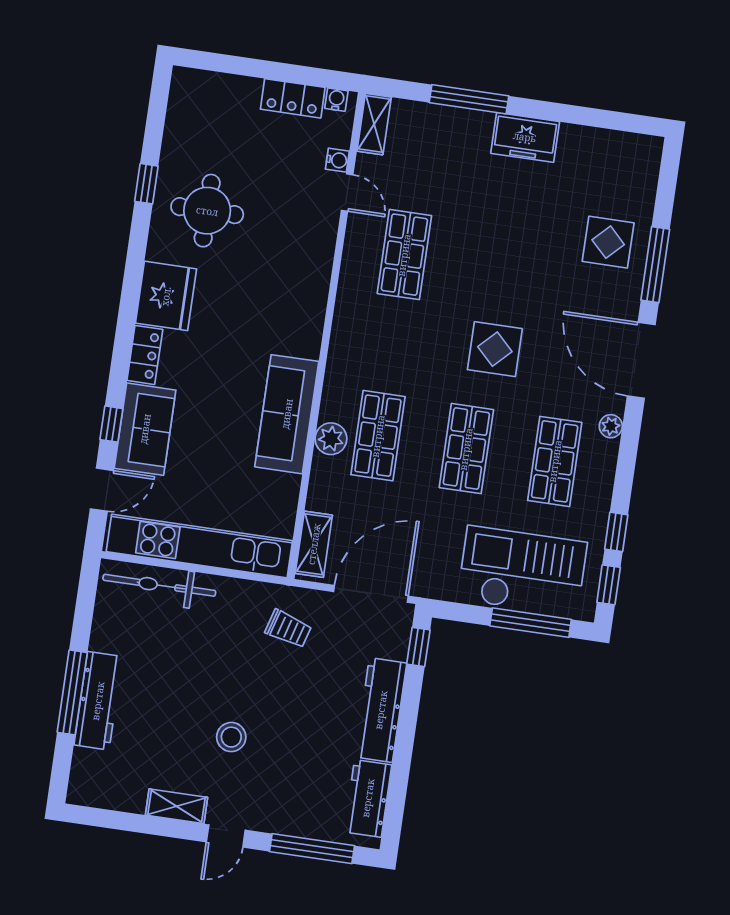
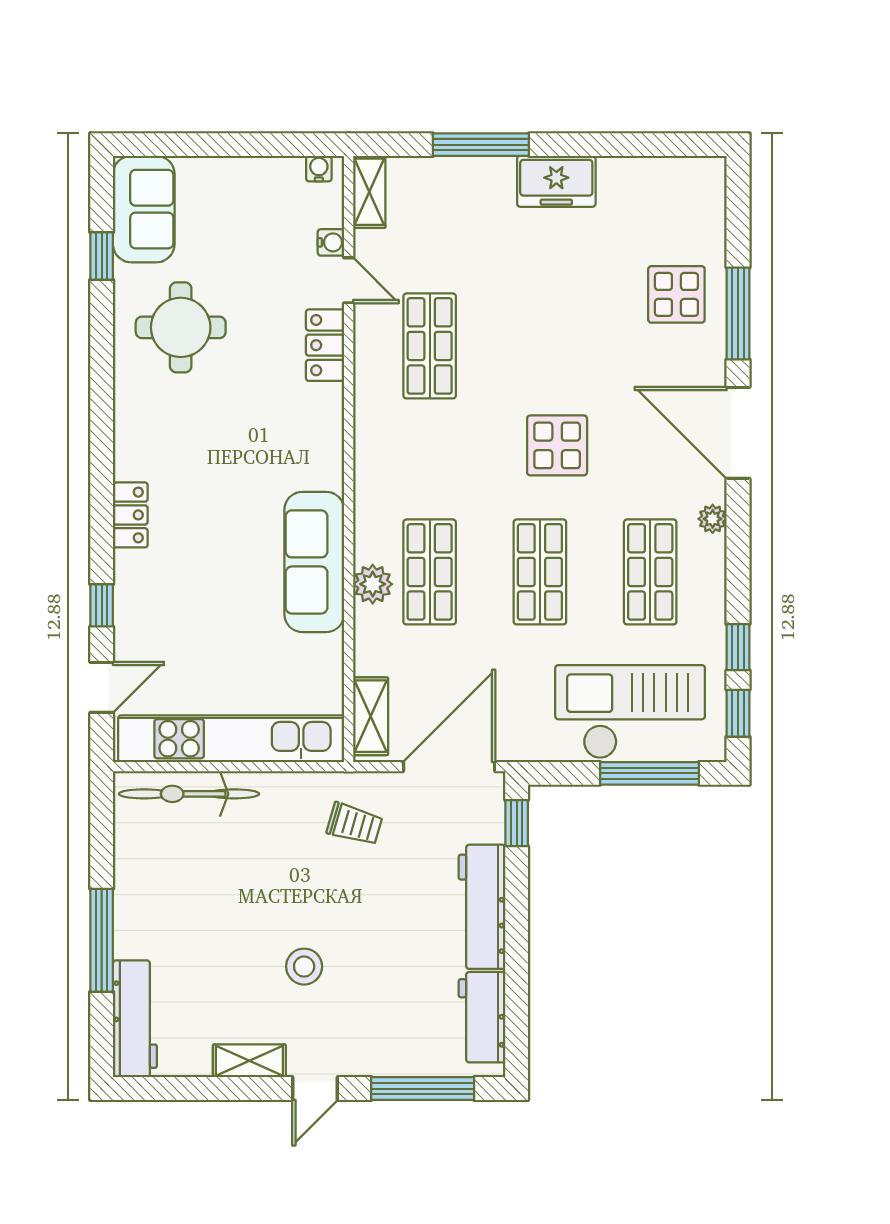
locker: (293, 98) -> (325, 345), moved, turned 90
window: (146, 184) -> (102, 256), moved
fridge: (166, 296) -> (146, 439), removed
sofa: (145, 429) -> (144, 209), moved
workbench: (98, 701) -> (135, 1019), moved

